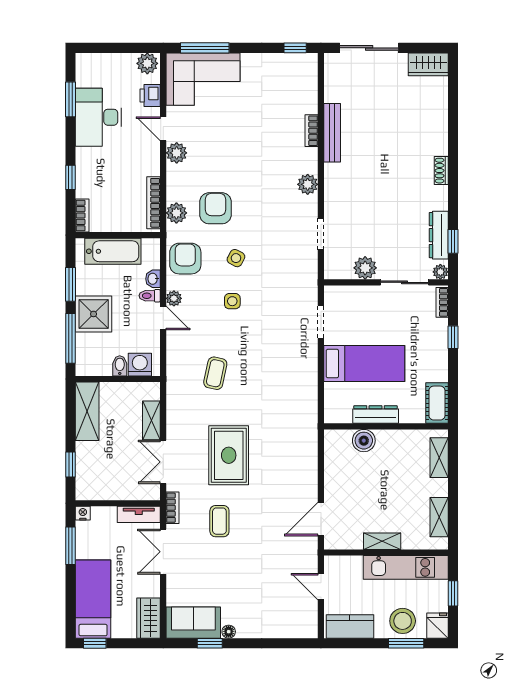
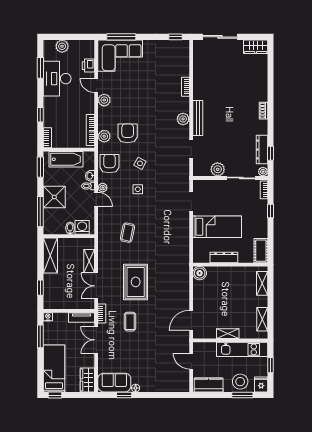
plant: (147, 63) -> (62, 46), moved
bench: (332, 133) -> (198, 118), moved
window: (71, 284) -> (40, 167), moved
boiler: (364, 441) -> (200, 273), moved

